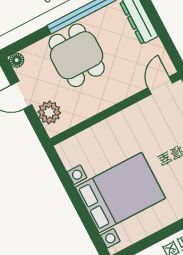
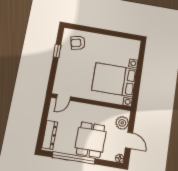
bed with nightstands: (120, 193) -> (114, 80), moved

